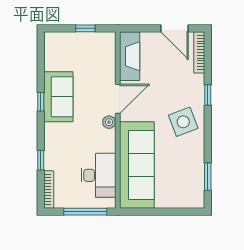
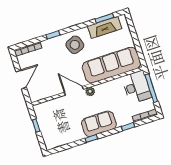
door: (175, 28) -> (21, 79), moved
fireplace: (130, 56) -> (104, 27), moved, turned 180
sofa: (58, 97) -> (99, 124), moved
desk: (98, 175) -> (137, 87), moved, turned 90

